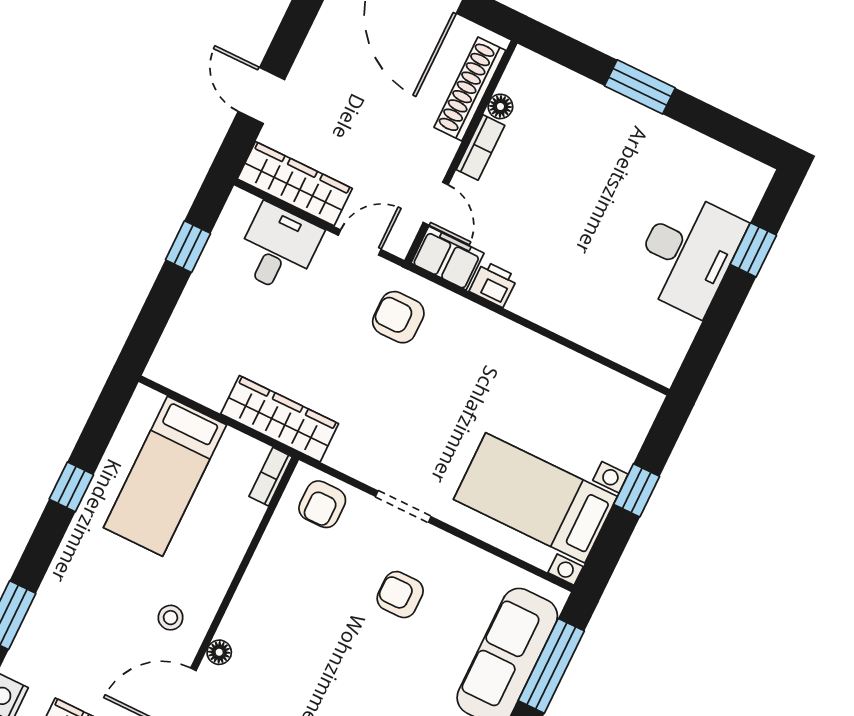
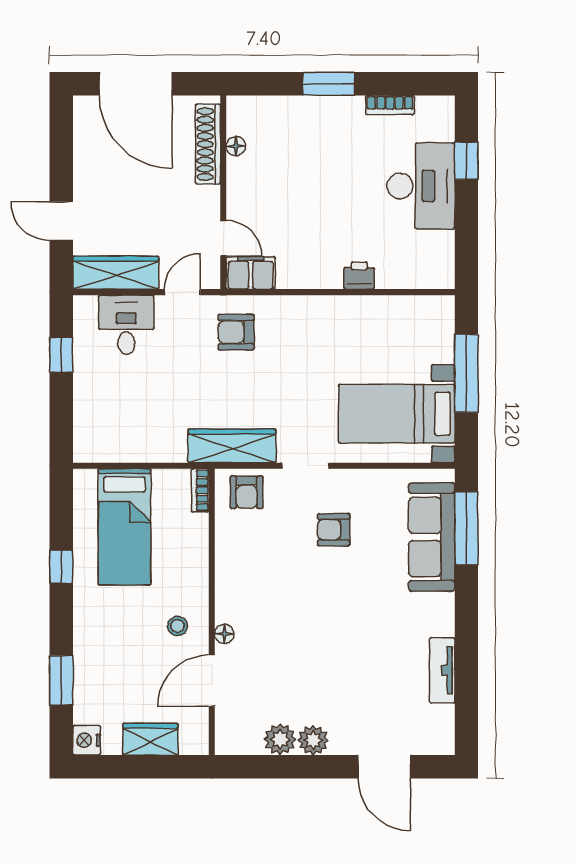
bookcase: (480, 148) -> (390, 105), moved, turned 90
printer: (493, 284) -> (359, 276), moved
wardrobe: (280, 419) -> (232, 446), moved
window: (637, 490) -> (466, 373), width x2.17

